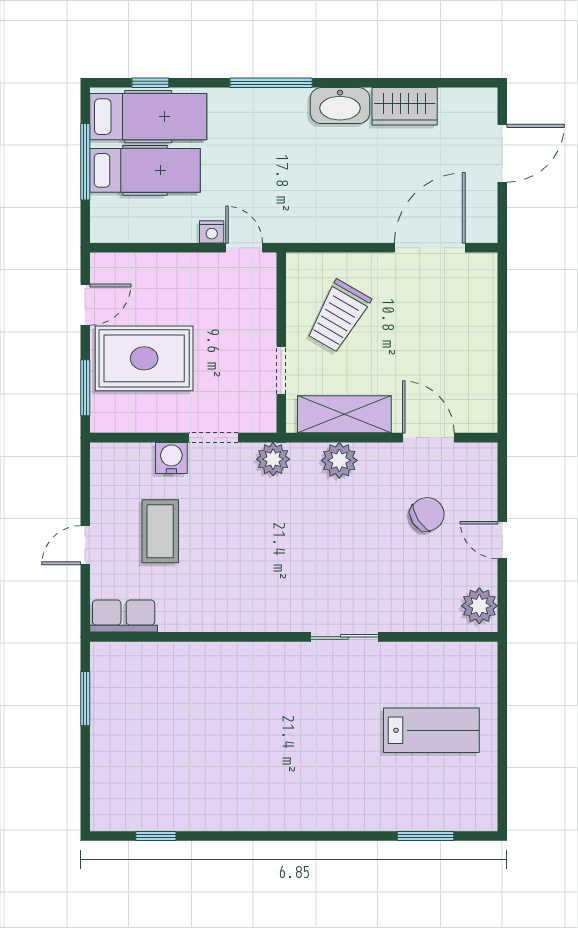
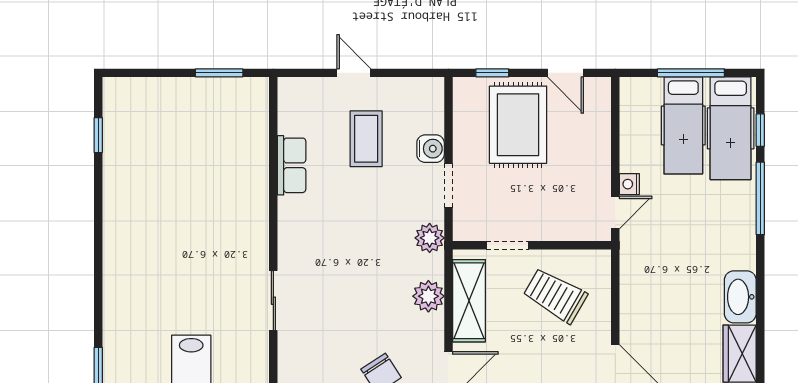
window: (271, 83) -> (760, 198), moved
window: (85, 388) -> (492, 73), width x0.67
coffee table: (160, 531) -> (366, 139), turned 90
row of seats: (124, 616) -> (292, 165), moved

